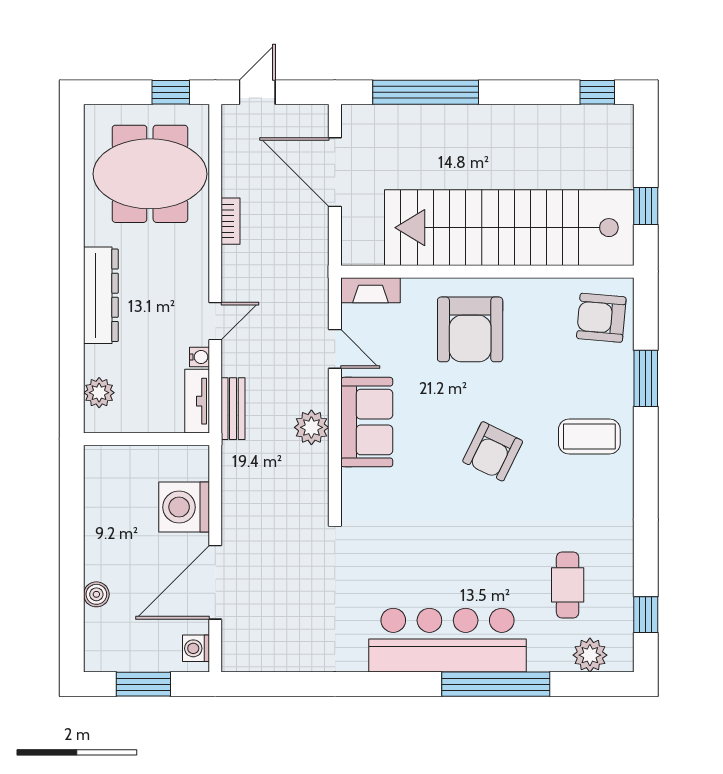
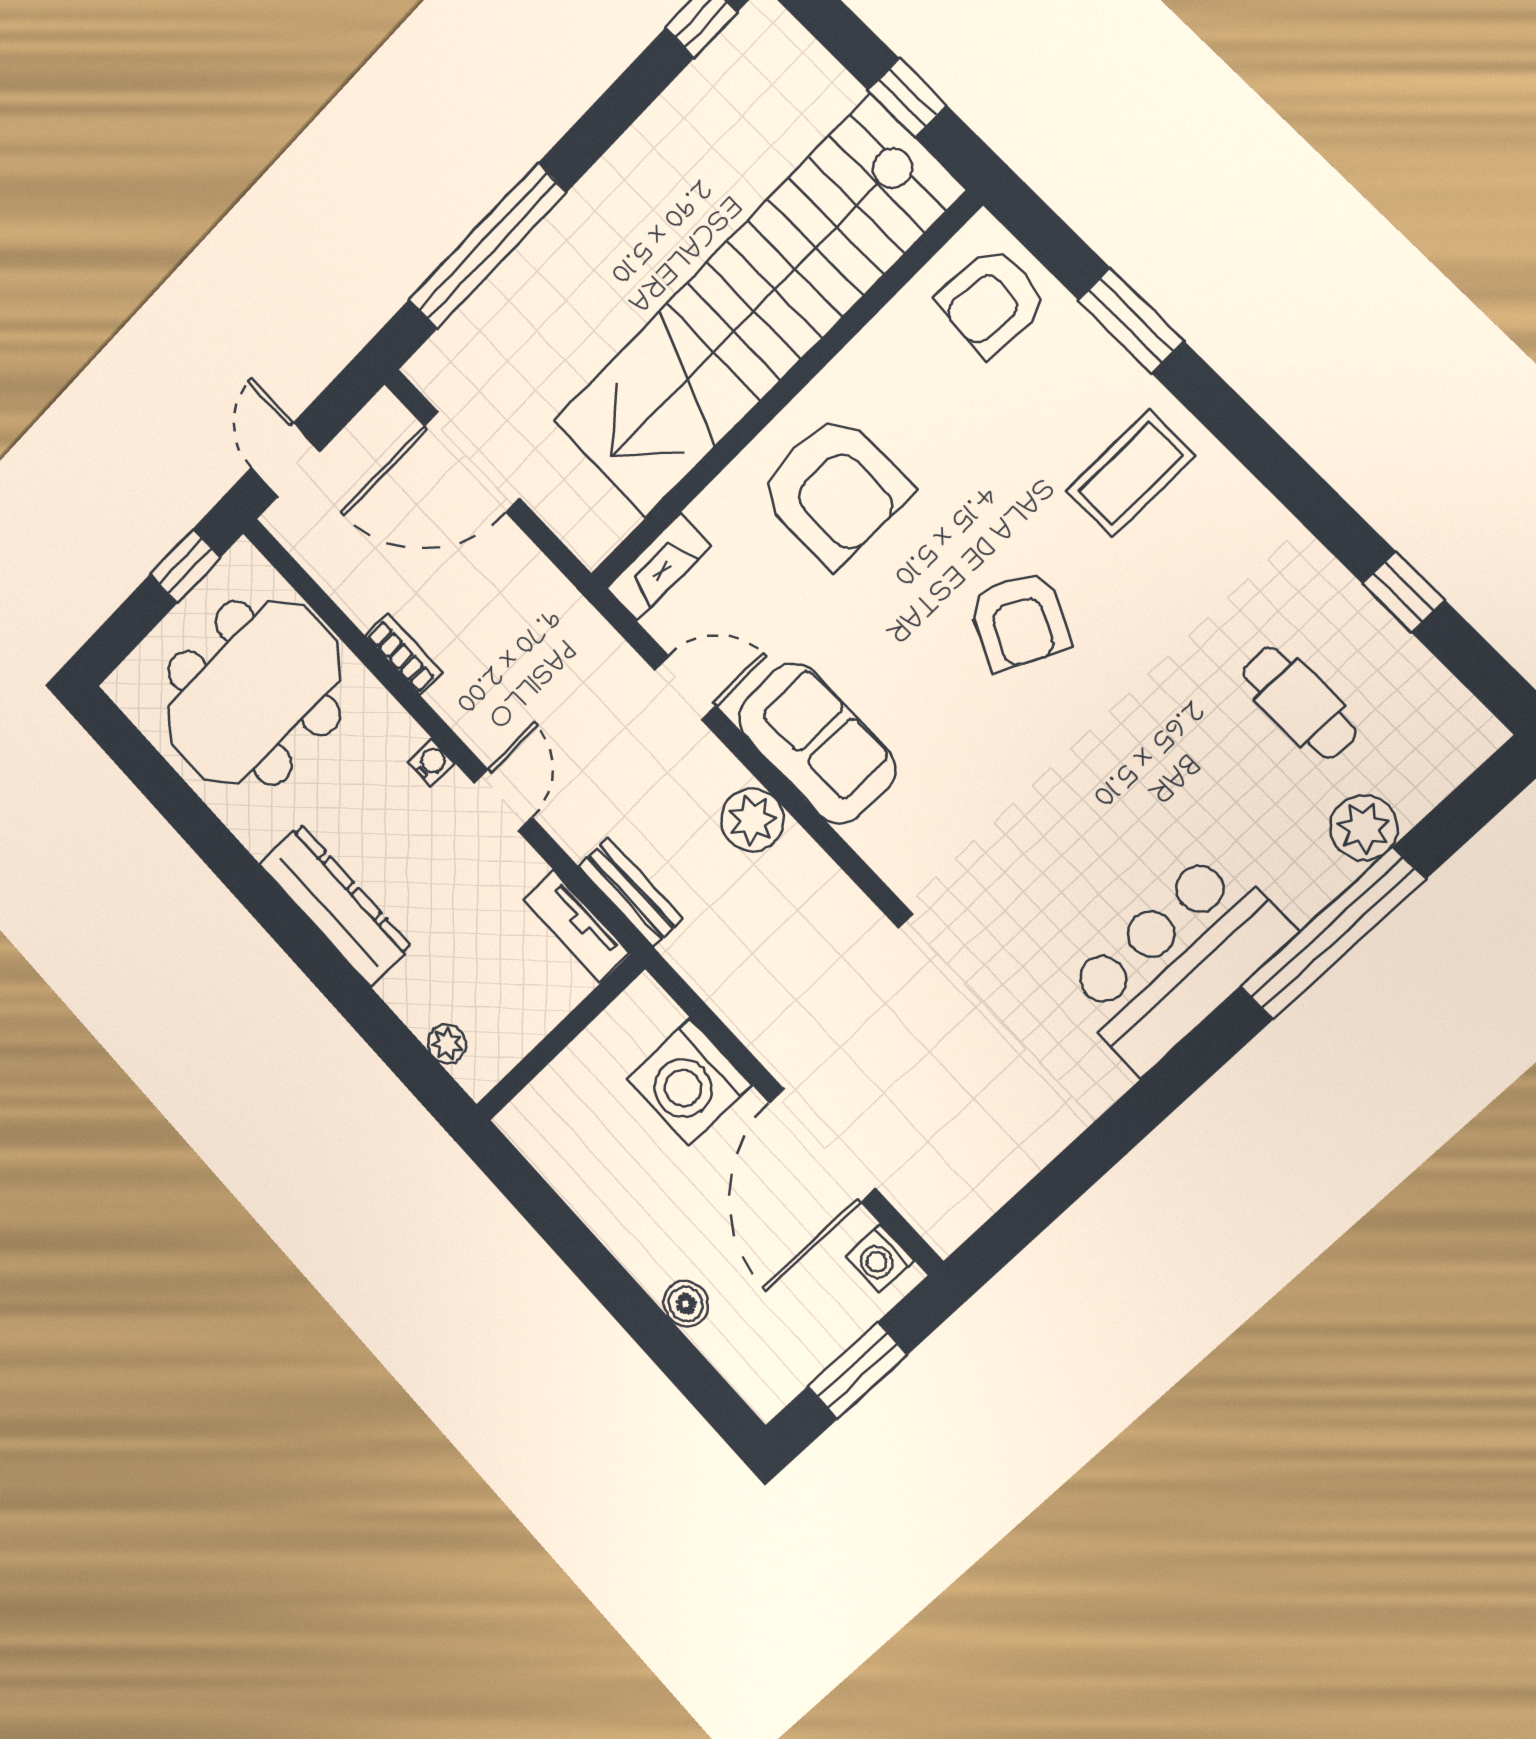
water cooler: (199, 357) -> (431, 762), moved
plant: (99, 393) -> (447, 1044), width x0.73, depth x0.73
window: (646, 615) -> (1404, 592), moved
bar counter: (448, 640) -> (1177, 961), width x0.73
plant: (590, 655) -> (1364, 828), moved

